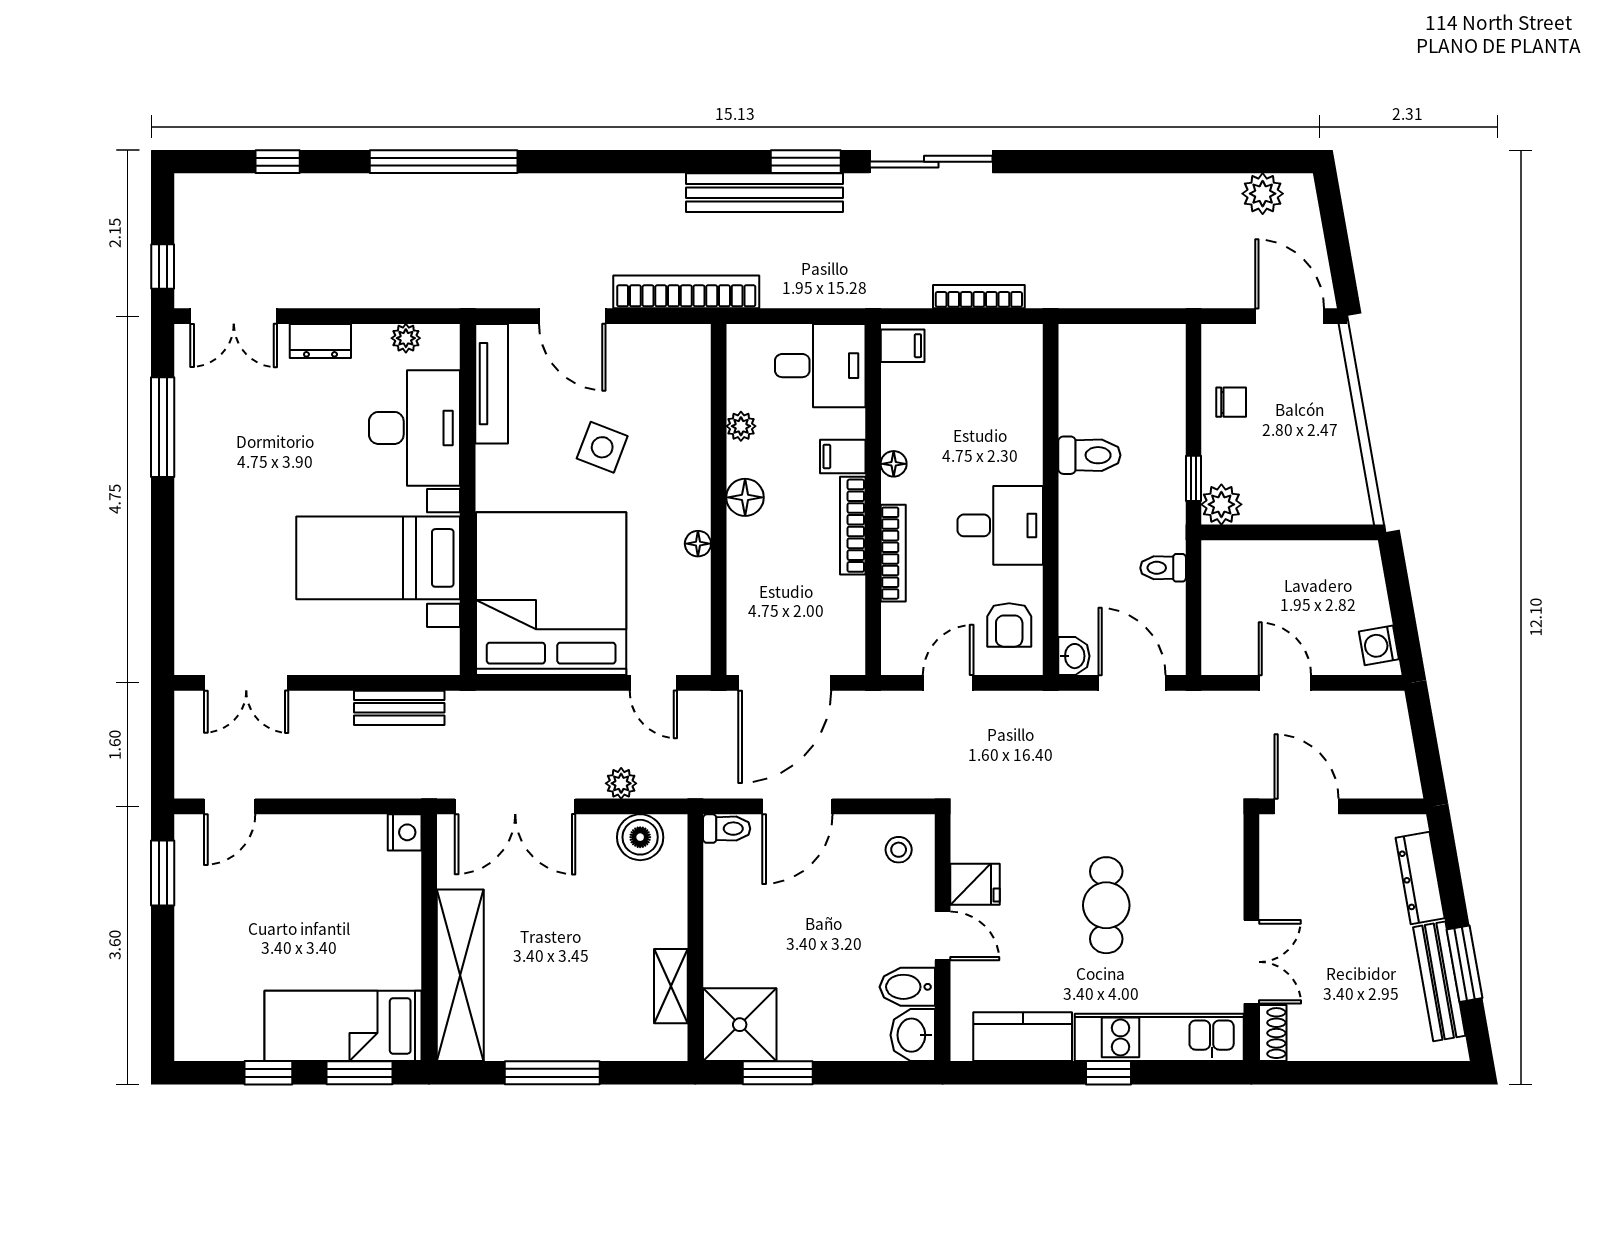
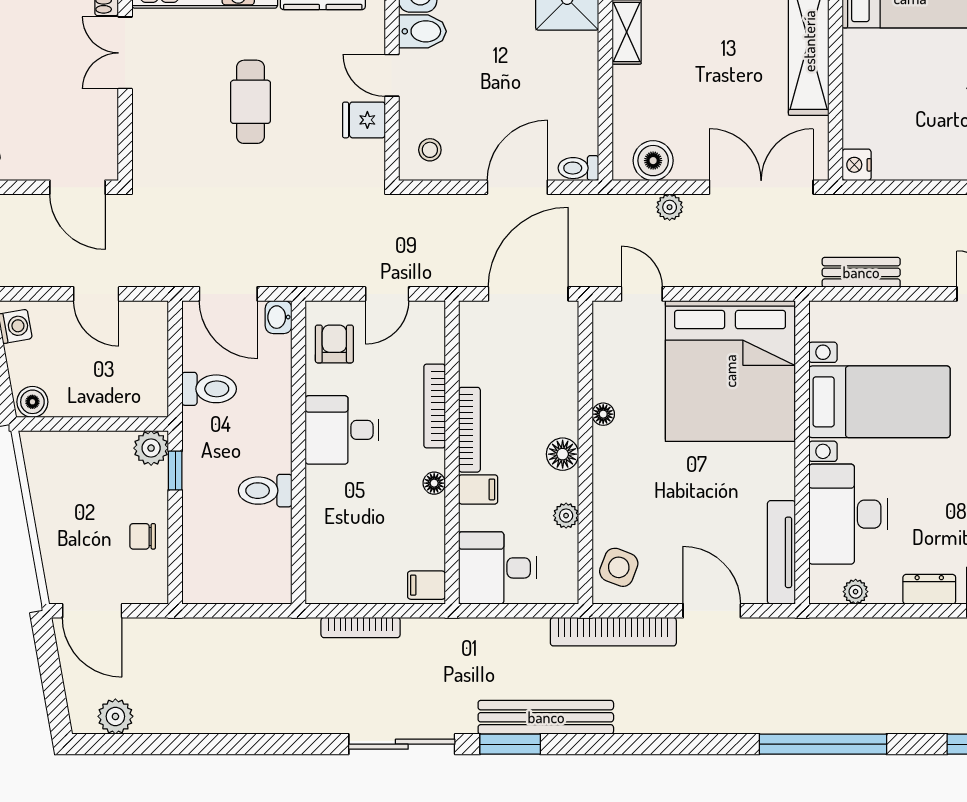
side table: (602, 447) -> (619, 567), moved
boiler: (1359, 558) -> (32, 402), added
toilet: (1163, 568) -> (209, 389), width x1.37, depth x1.39

